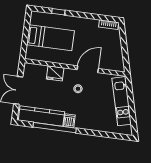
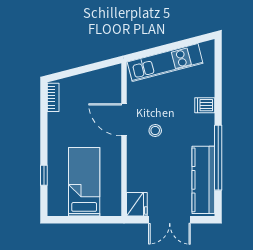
fridge: (55, 73) -> (137, 204), moved
dishwasher: (69, 121) -> (205, 105), moved

